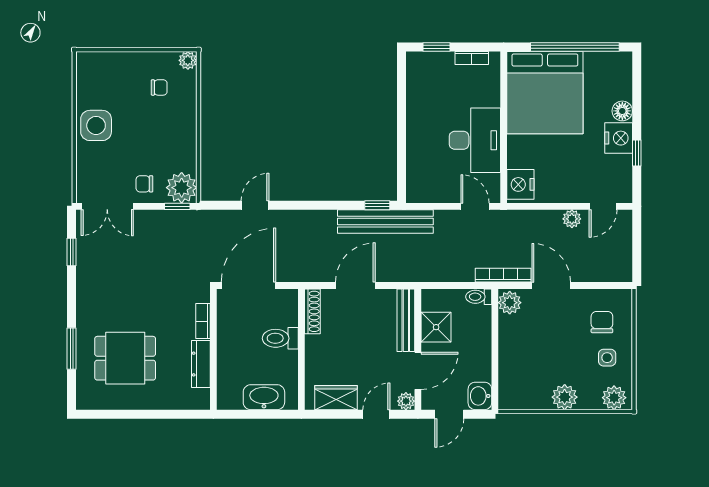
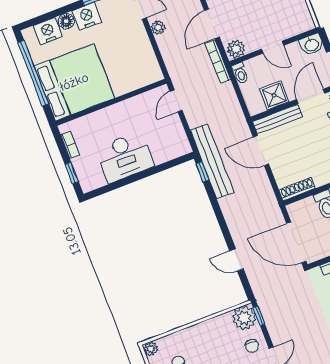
desk: (475, 140) -> (125, 157), moved, turned 180
nightstand: (520, 184) -> (48, 31), moved, turned 180
door: (355, 286) -> (261, 151), moved
door: (495, 348) -> (273, 47), added
door: (418, 371) -> (311, 96), hinge flipped

